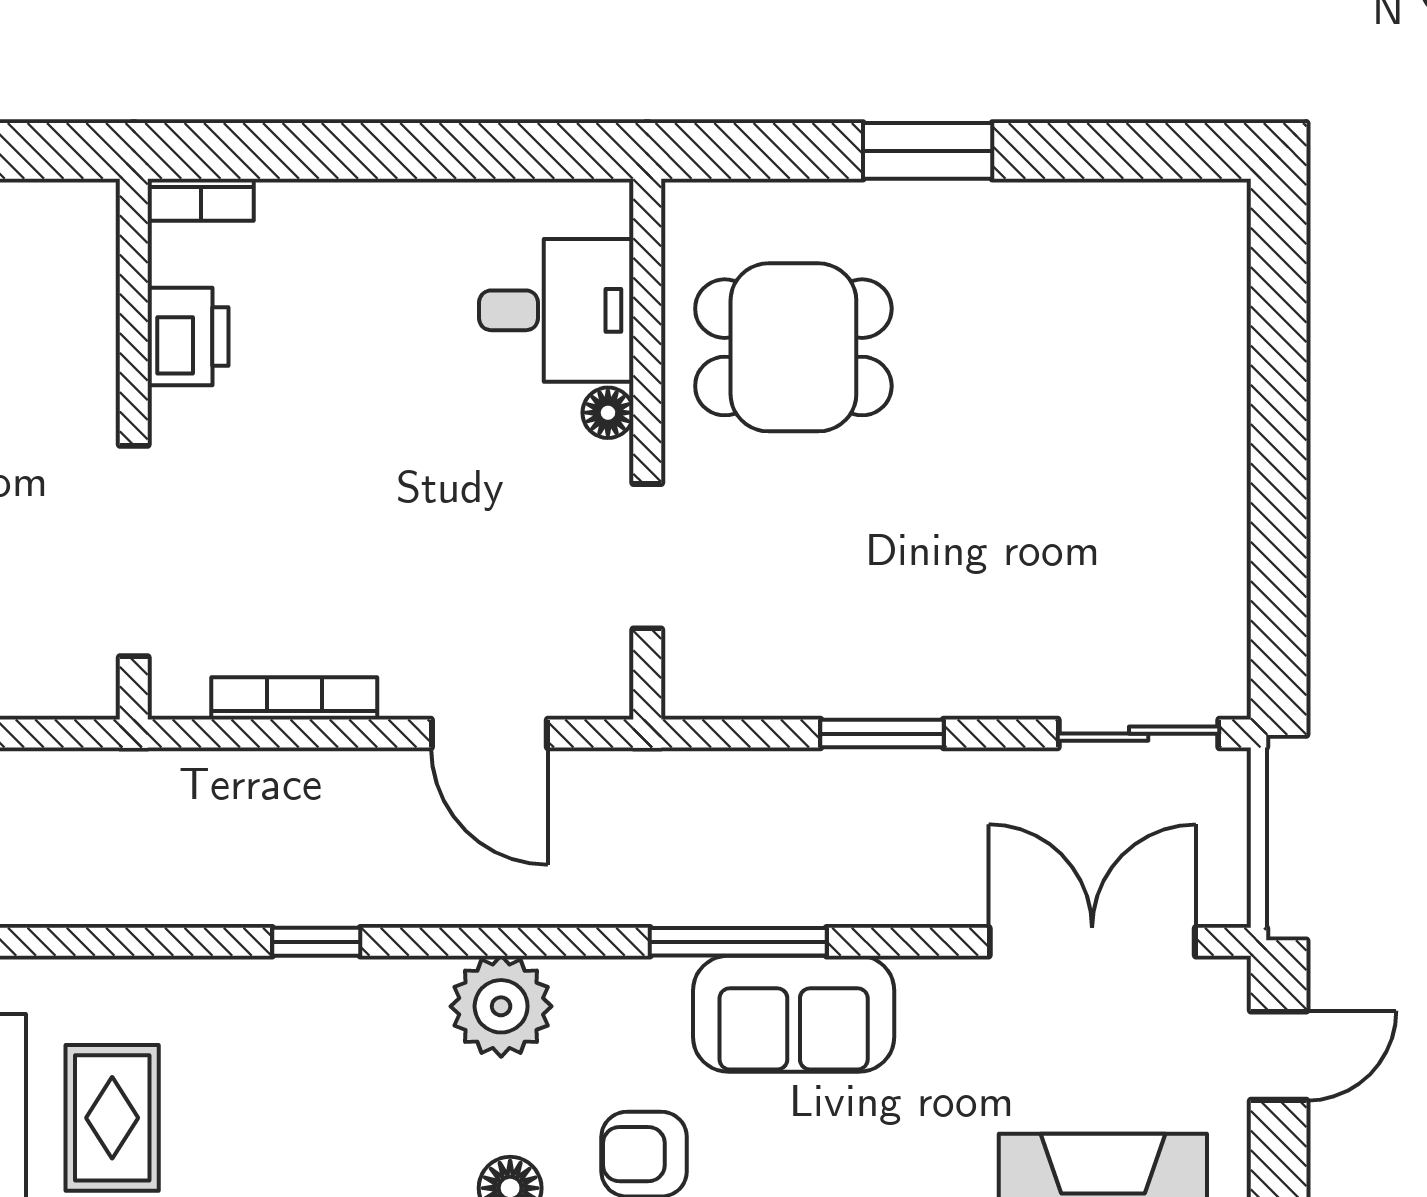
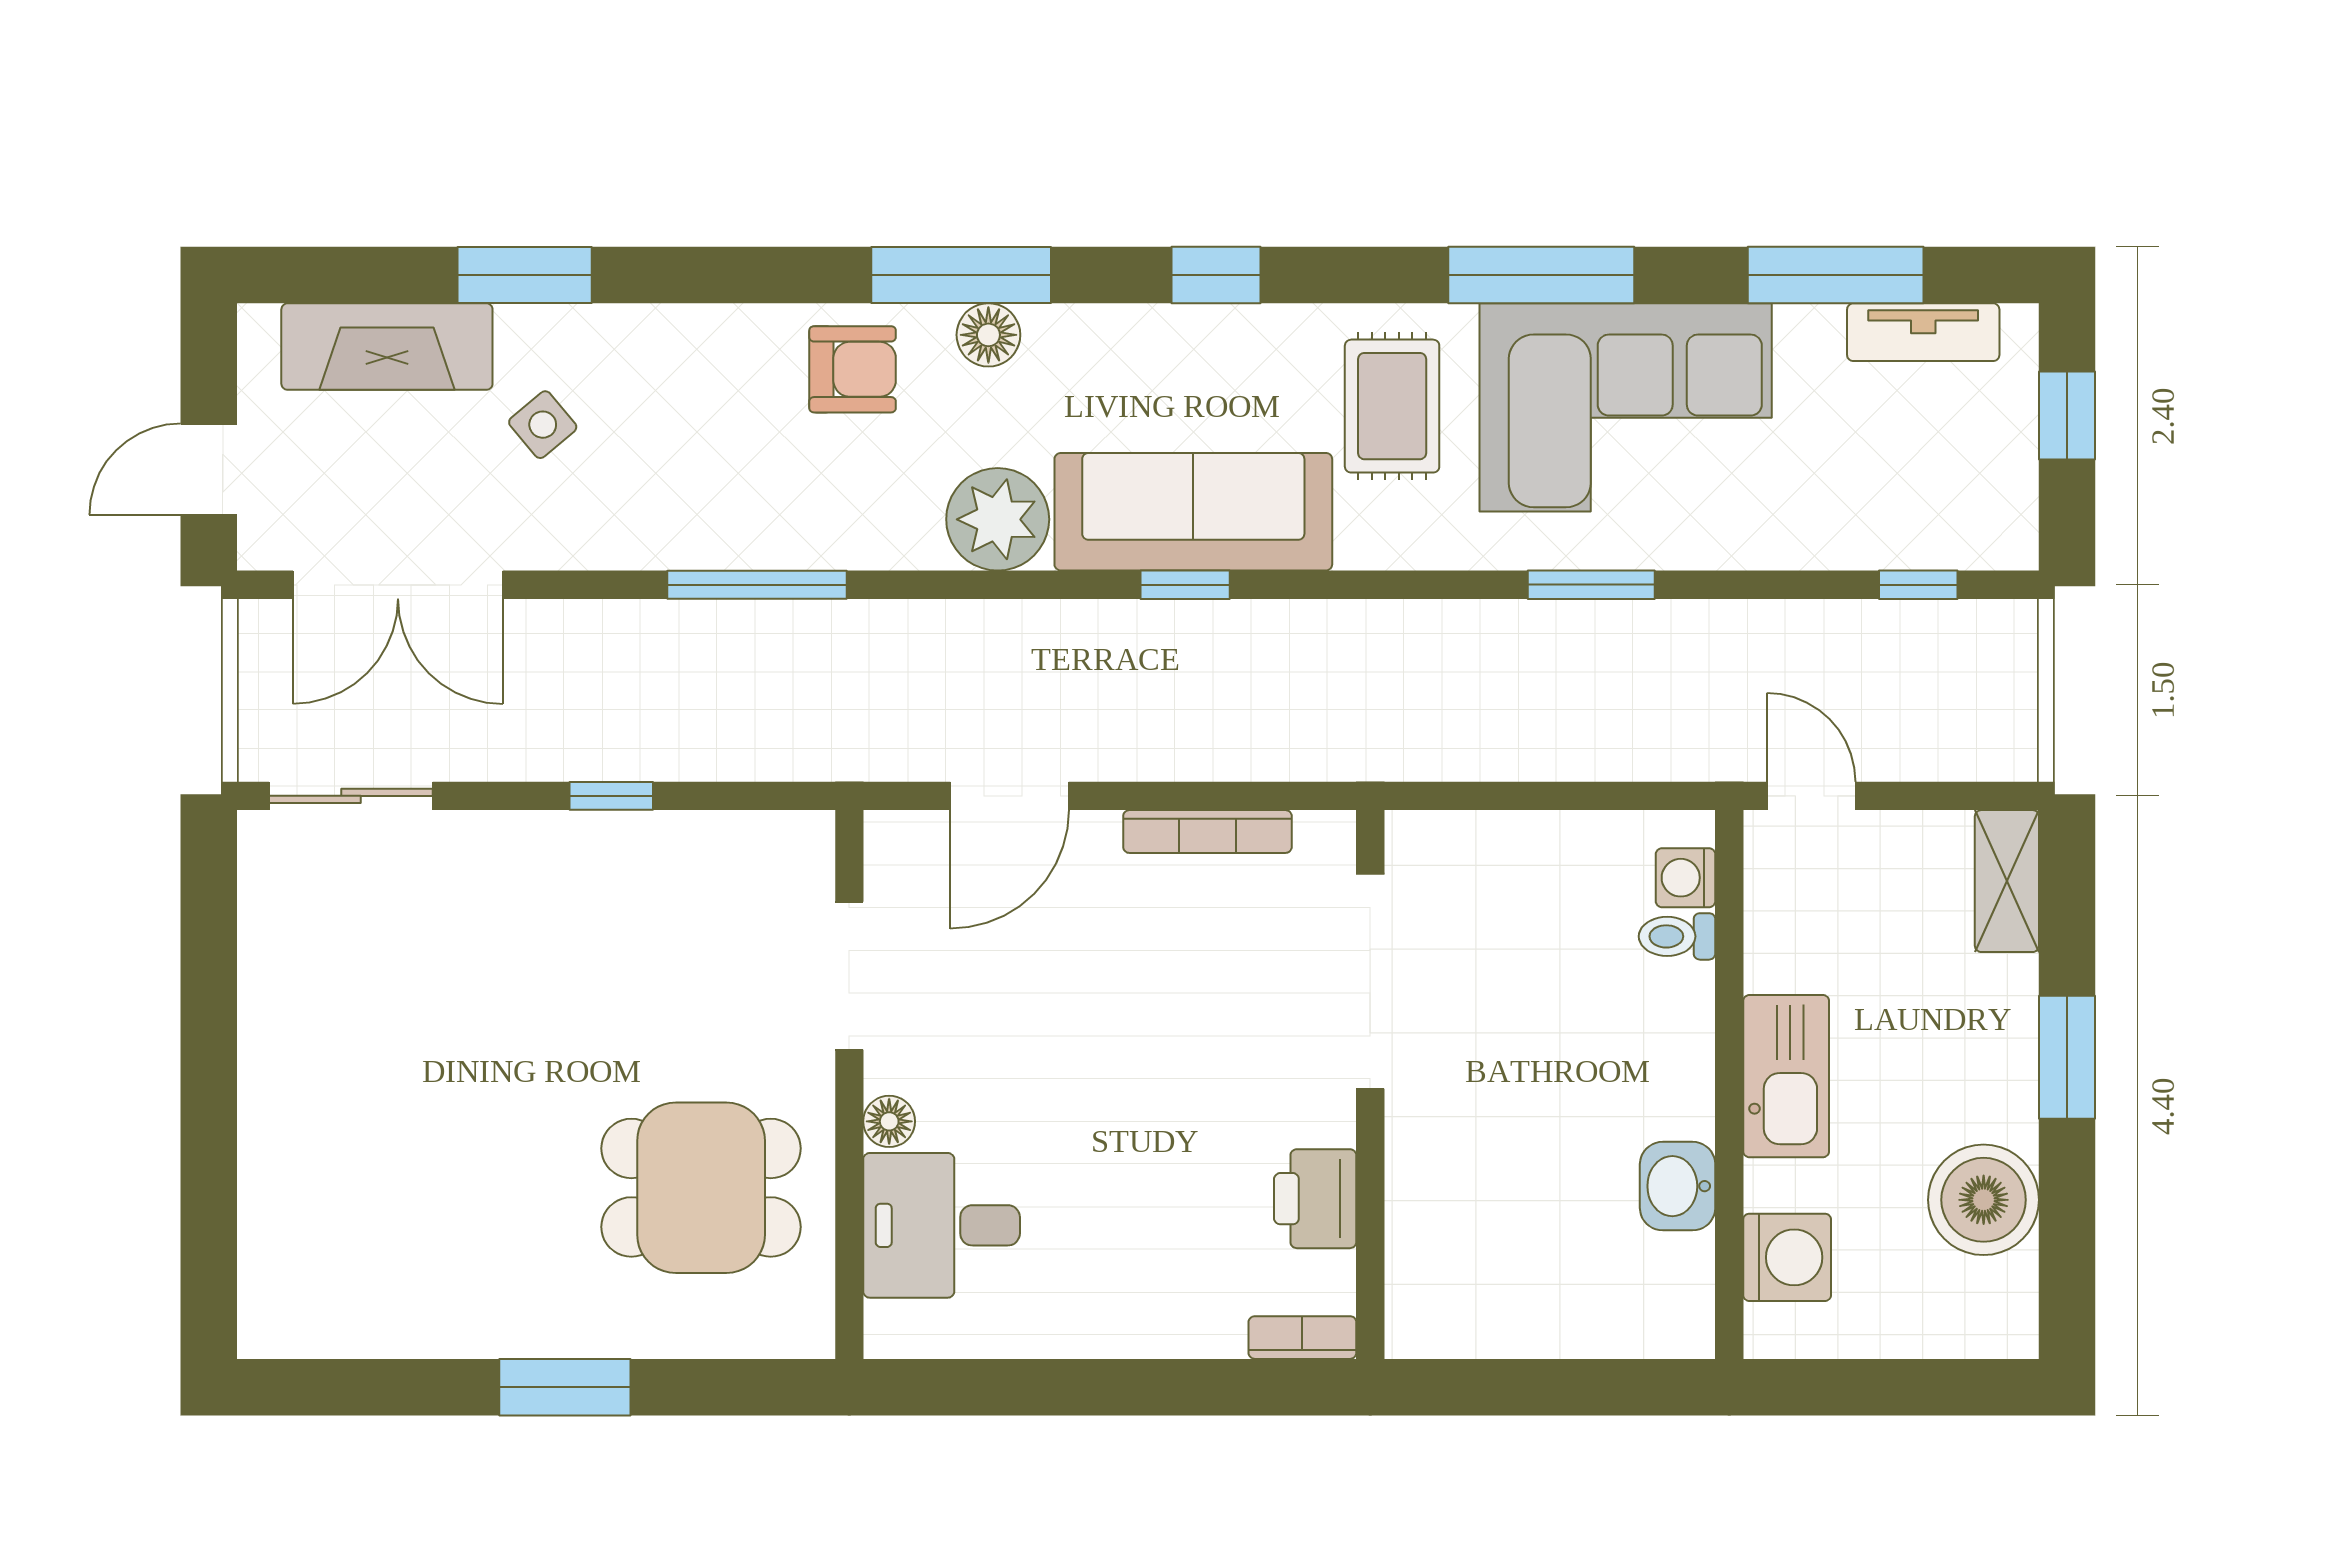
door: (489, 734) -> (1009, 796), swing flipped
window: (882, 734) -> (611, 796), width x0.67
sofa: (794, 1014) -> (1193, 512), moved, width x1.36
side table: (949, 1100) -> (543, 425), added

